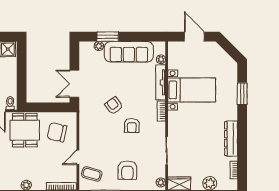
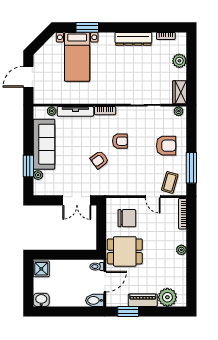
bed with nightstands: (192, 90) -> (77, 57), moved, turned 180
chair: (57, 132) -> (127, 218), turned -103

